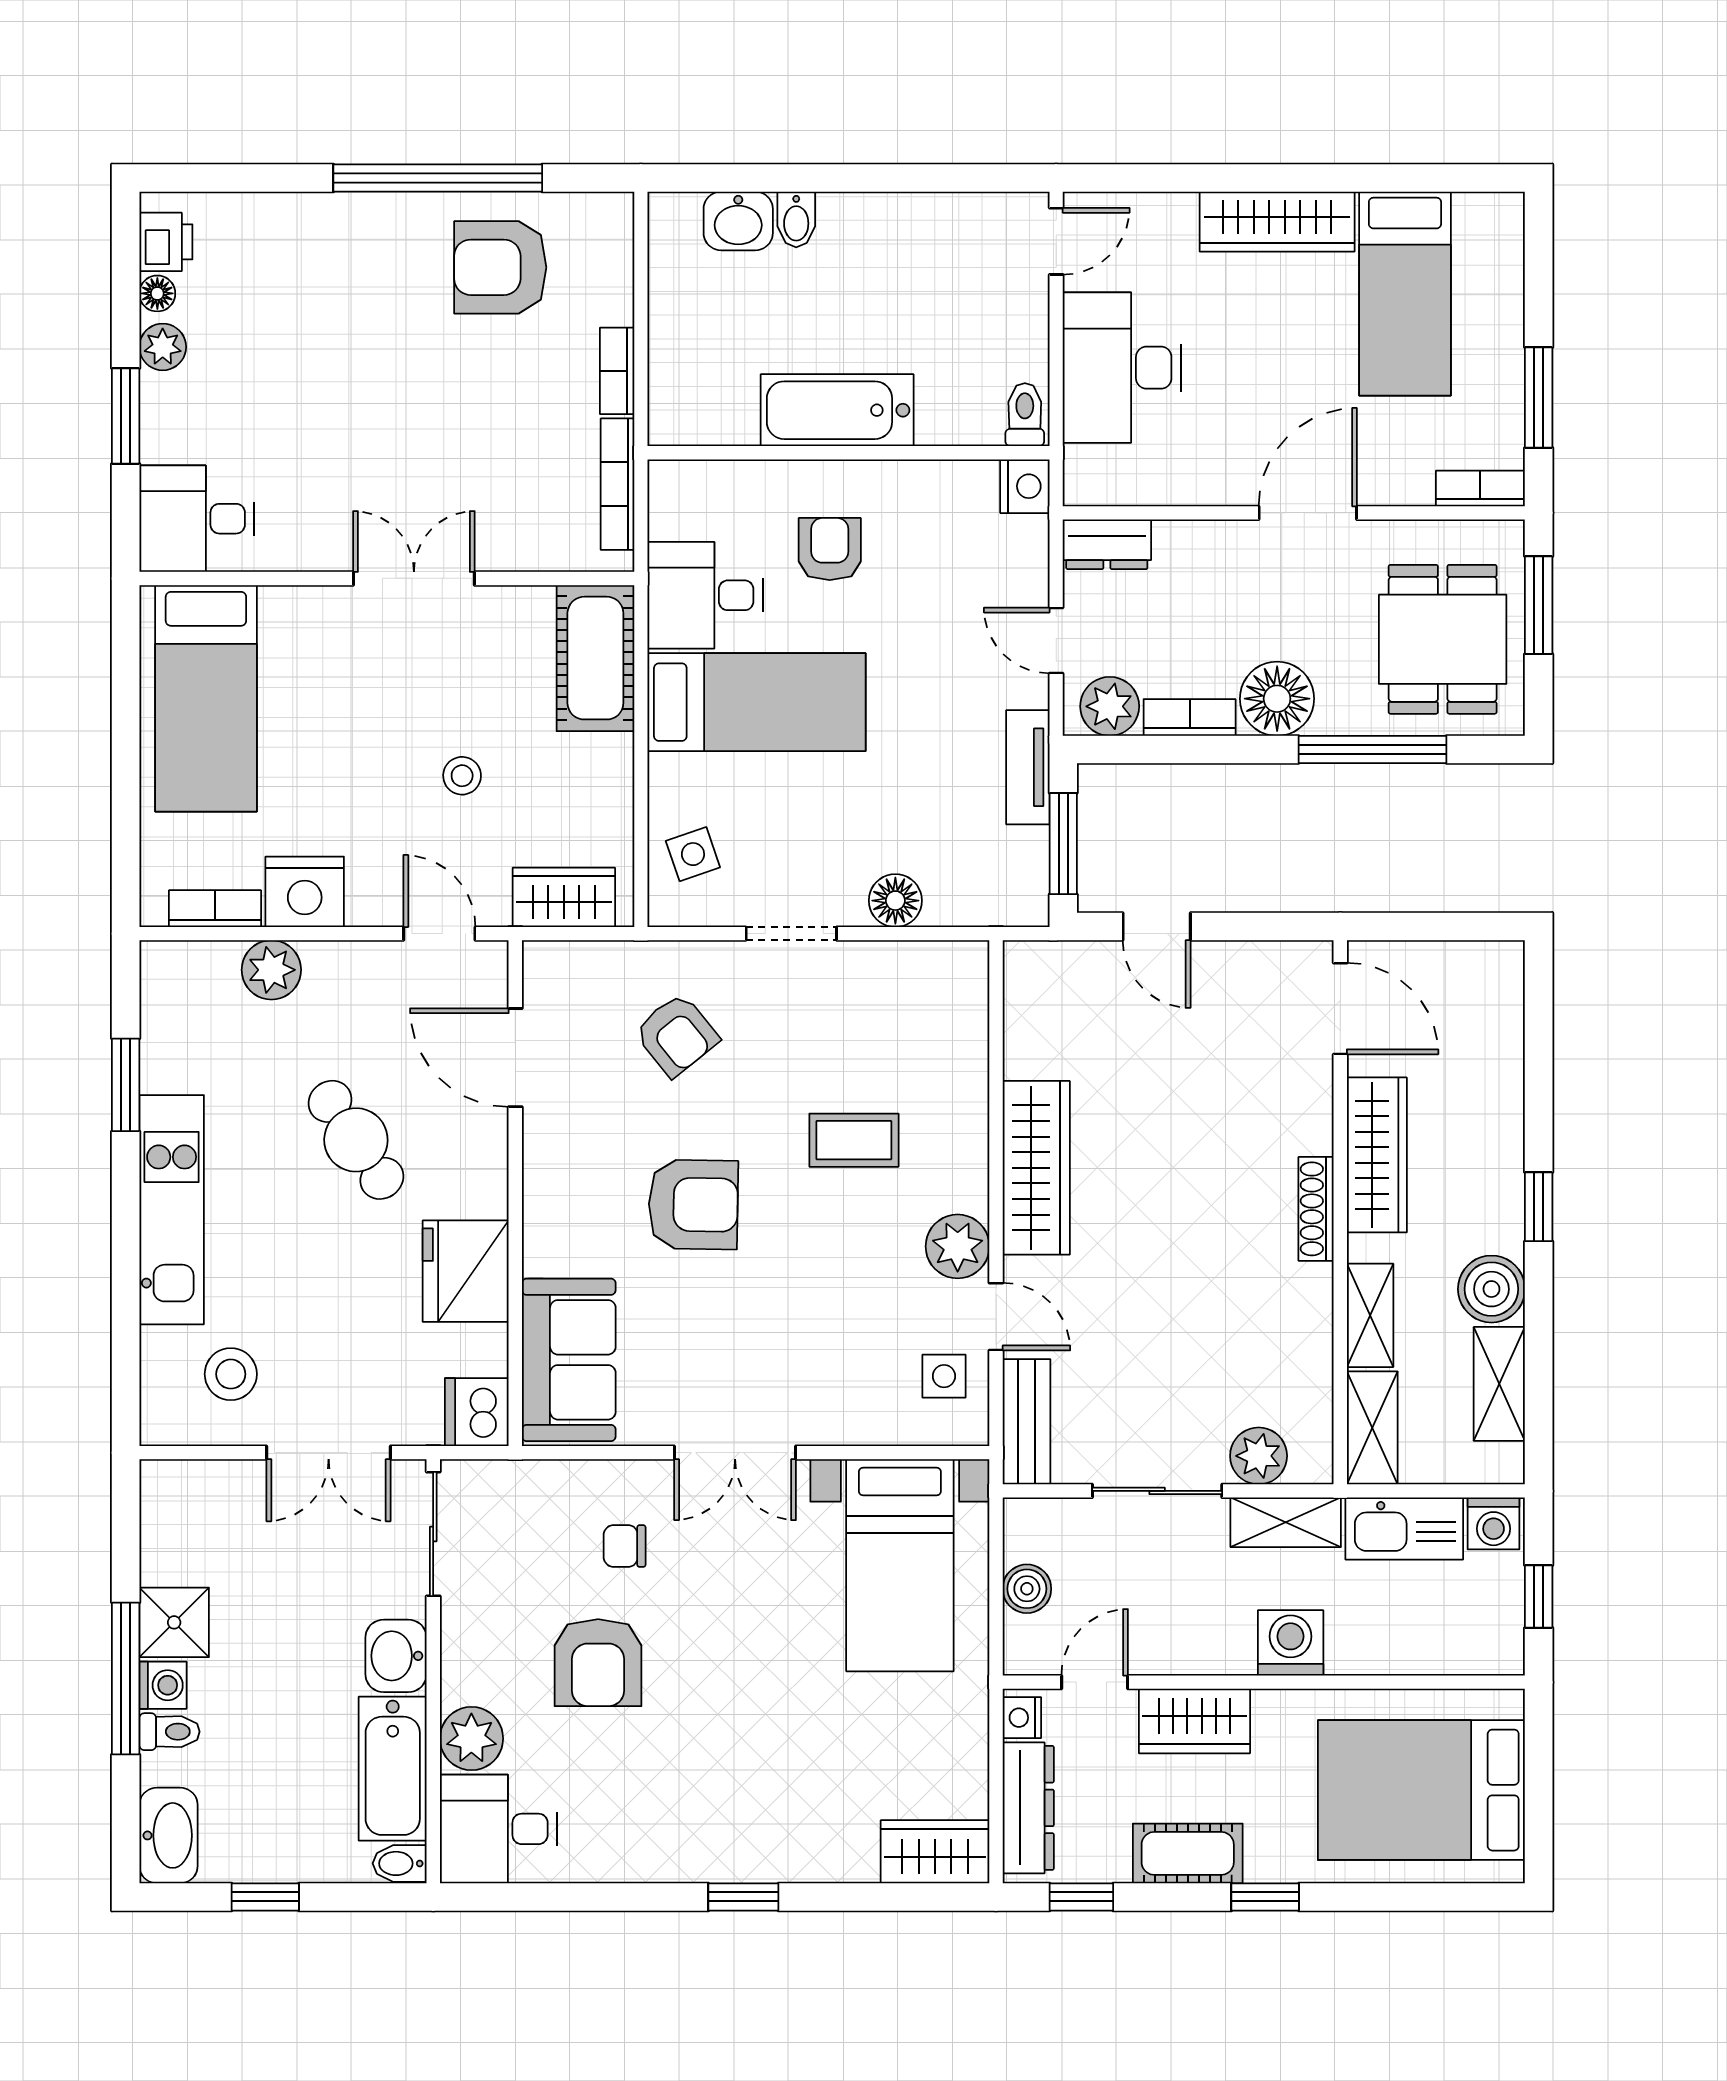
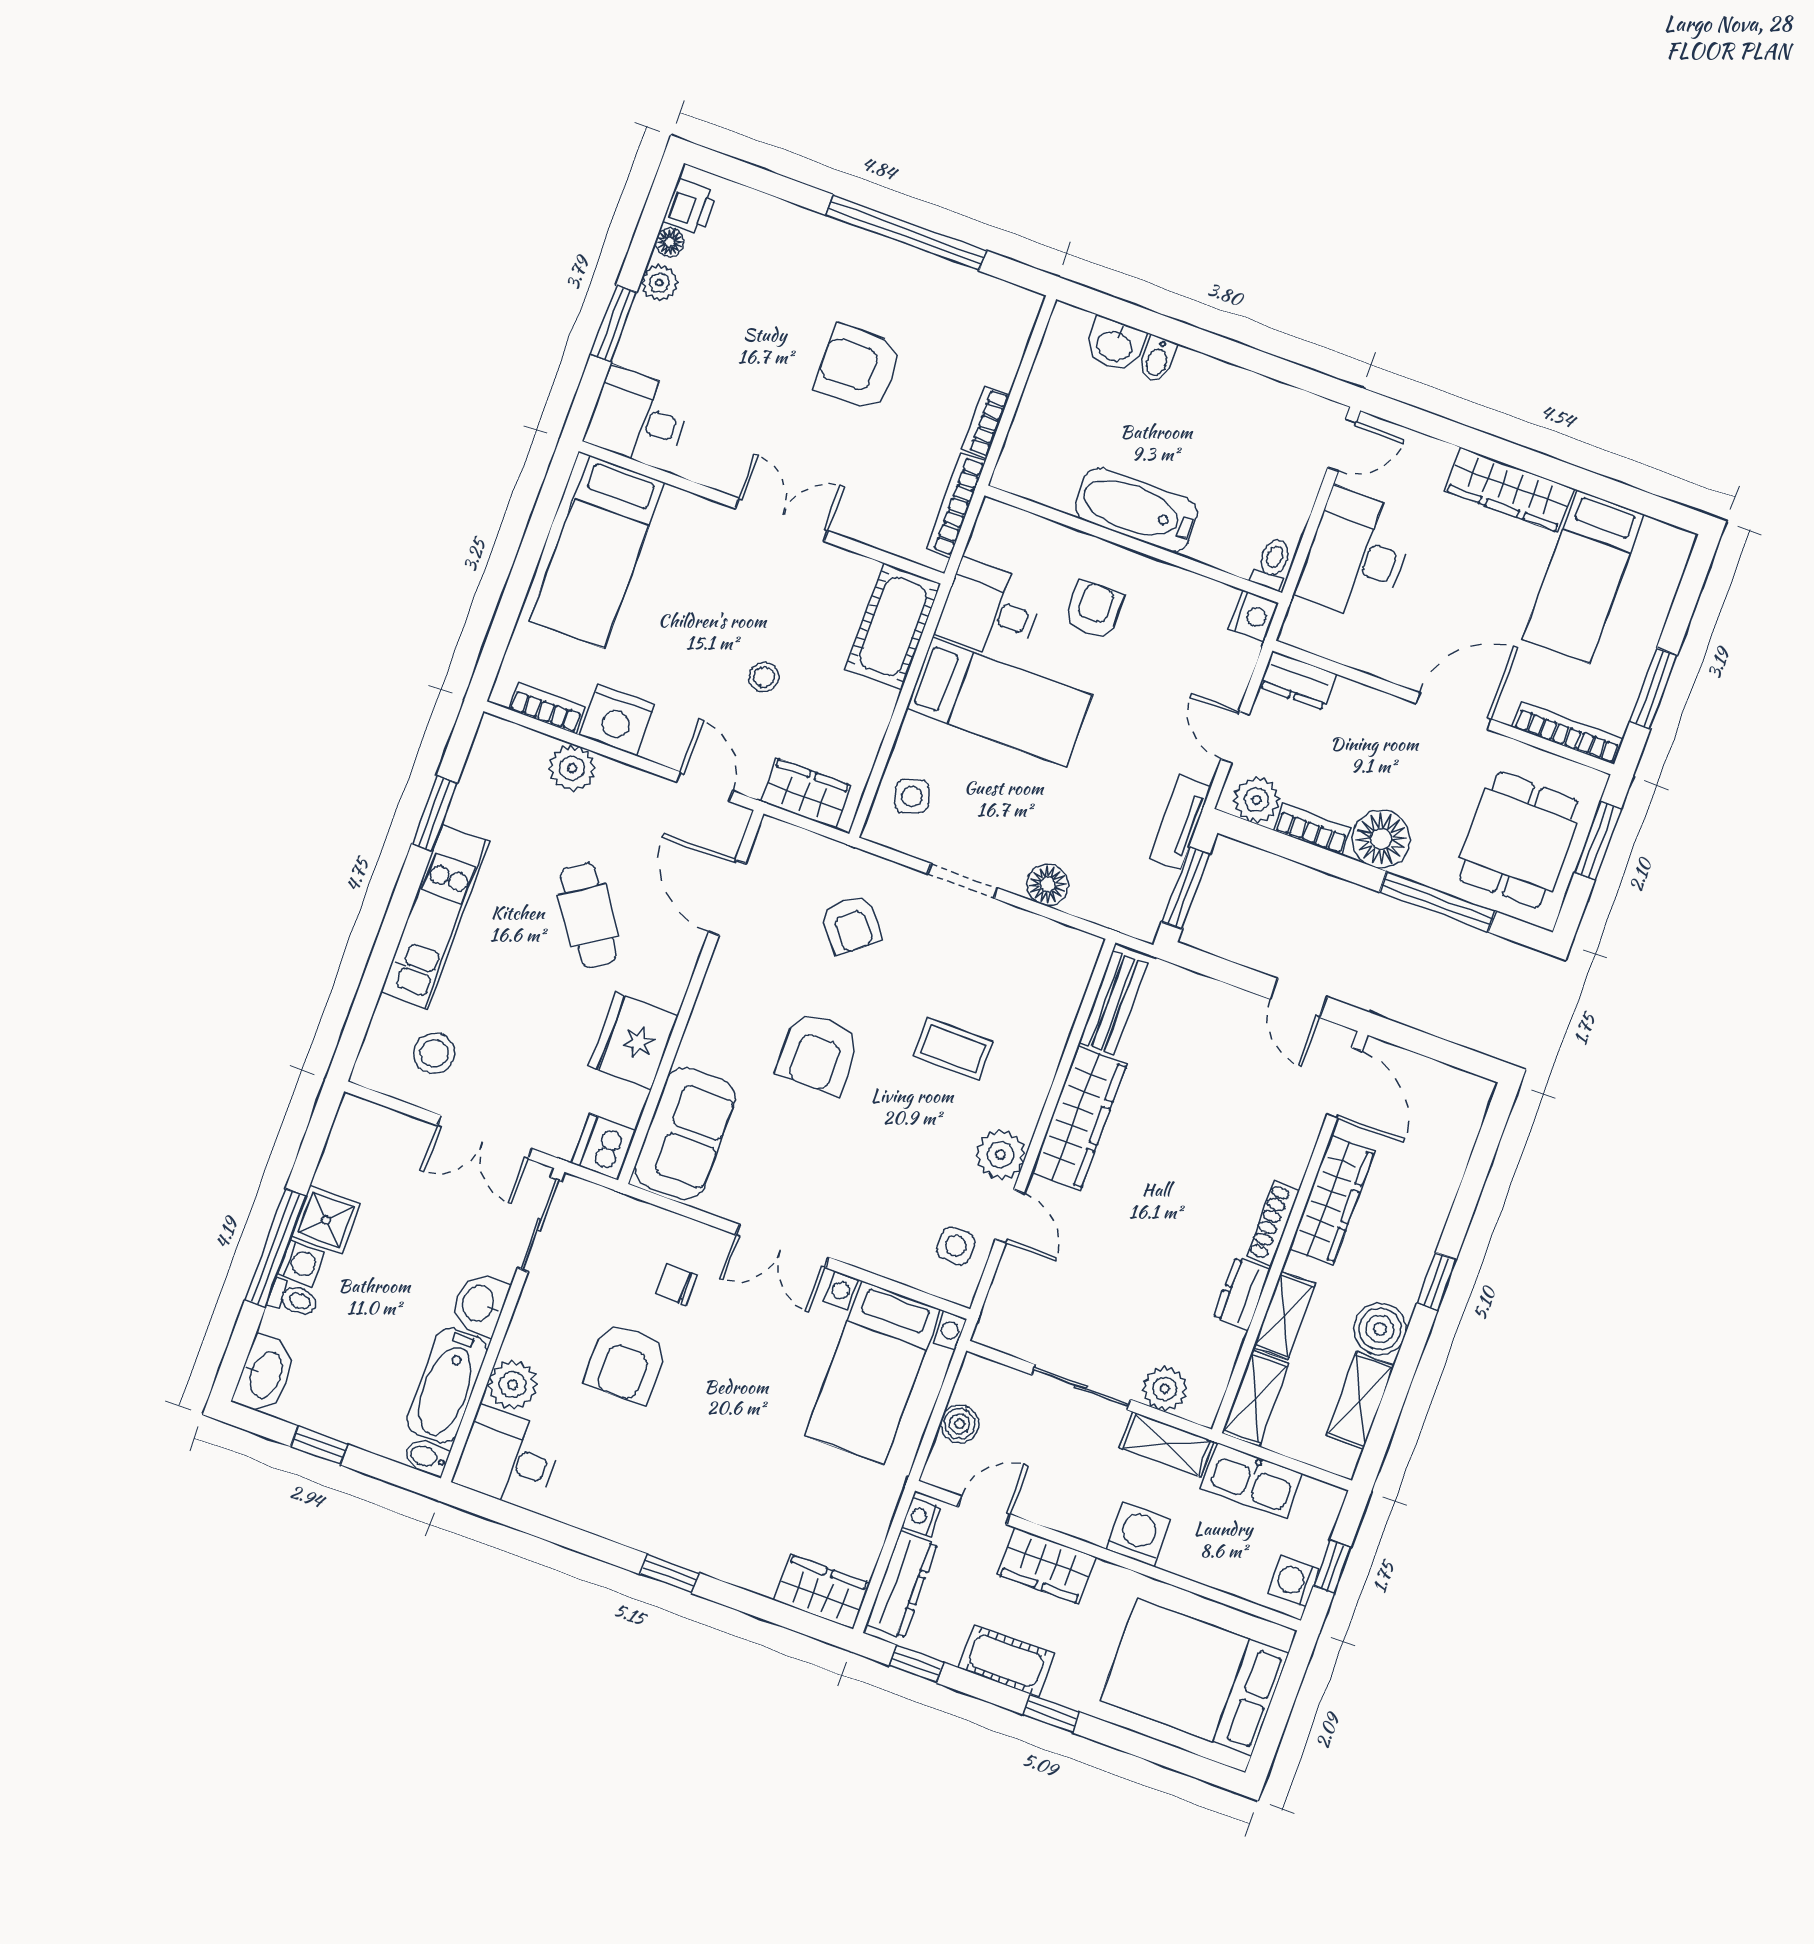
armchair: (500, 267) -> (858, 368), moved
bookcase: (1480, 489) -> (1568, 733), width x1.56
door: (1157, 927) -> (1299, 998), moved
armchair: (693, 1205) -> (818, 1053), turned 89
dresser: (1310, 1308) -> (1242, 1294), added
bench: (1027, 1422) -> (1113, 1003), moved
washing machine: (1494, 1523) -> (1294, 1581), moved, turned 90

